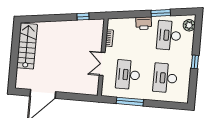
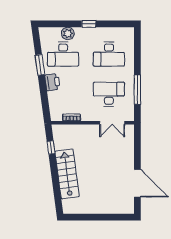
plant: (189, 25) -> (68, 33), moved
stairs: (27, 46) -> (67, 174), moved, turned 82
double door: (102, 64) -> (112, 123), moved
desk: (128, 75) -> (109, 94), turned 180

